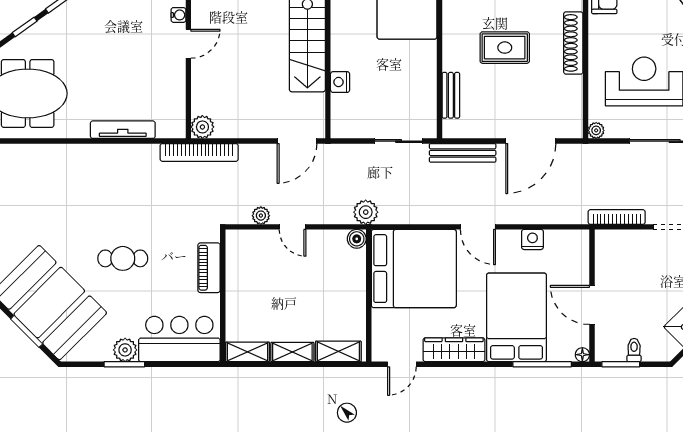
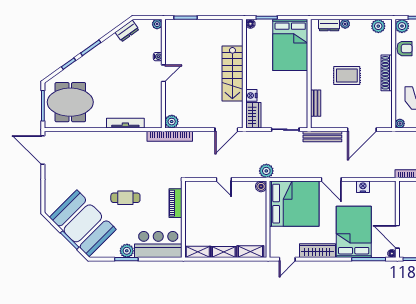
wardrobe: (343, 116) -> (253, 115), added
plant: (261, 216) -> (206, 173), removed
door: (592, 305) -> (397, 237), moved

